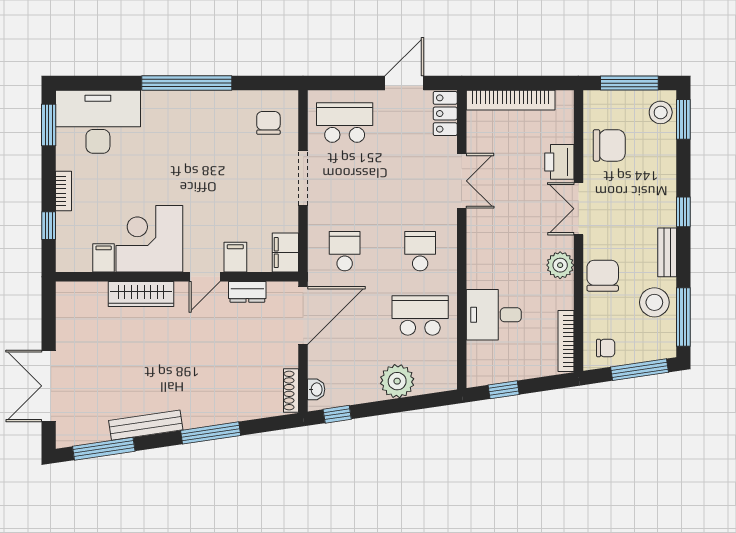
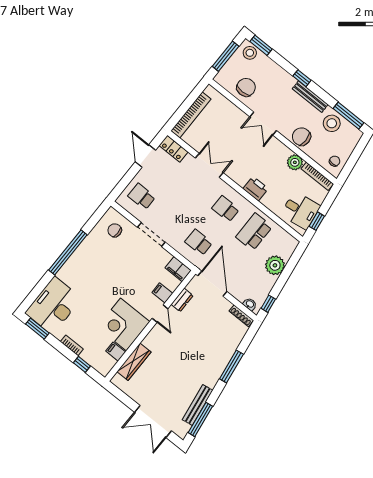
school desk: (345, 123) -> (142, 196), width x0.54
printer: (559, 162) -> (256, 189), moved, turned 180
bench: (667, 252) -> (310, 97), width x1.36
plant: (560, 265) -> (295, 162), moved
wardrobe: (141, 294) -> (134, 362), moved
desk: (494, 315) -> (300, 210), moved, turned -98
window: (640, 370) -> (356, 154), removed
bench: (146, 425) -> (198, 405), moved

